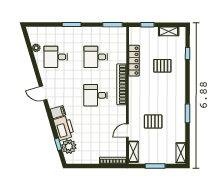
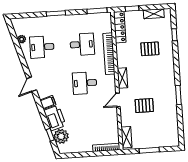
desk: (96, 57) -> (82, 44), turned 180
locker: (134, 61) -> (120, 27), moved
bookcase: (122, 84) -> (109, 54), moved
door: (43, 93) -> (32, 84), hinge flipped
door: (127, 131) -> (118, 100), moved
shelving: (181, 153) -> (122, 78), moved

